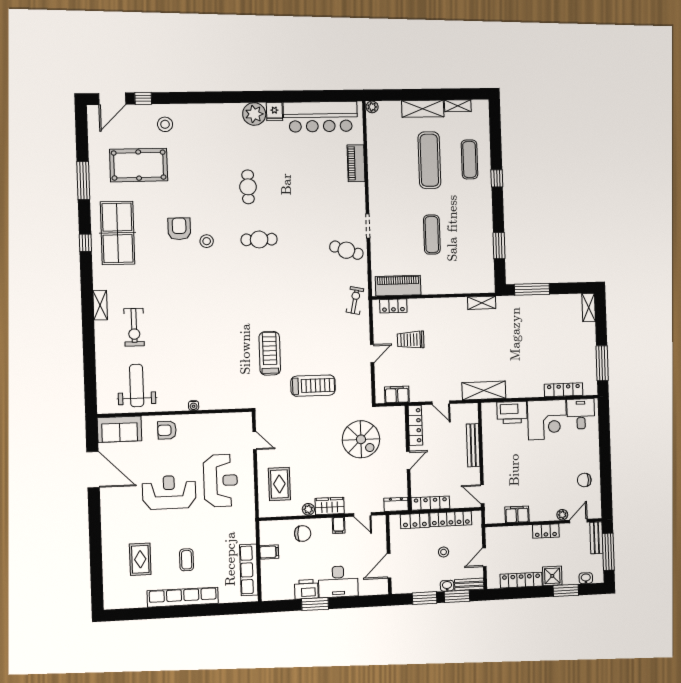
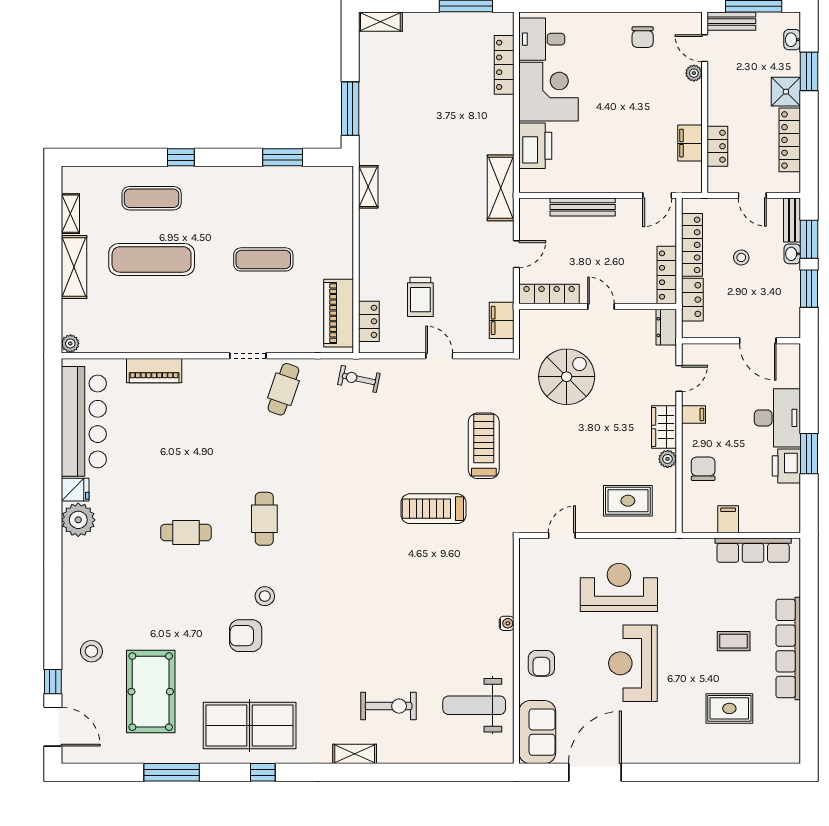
locker: (546, 531) -> (717, 146), moved

